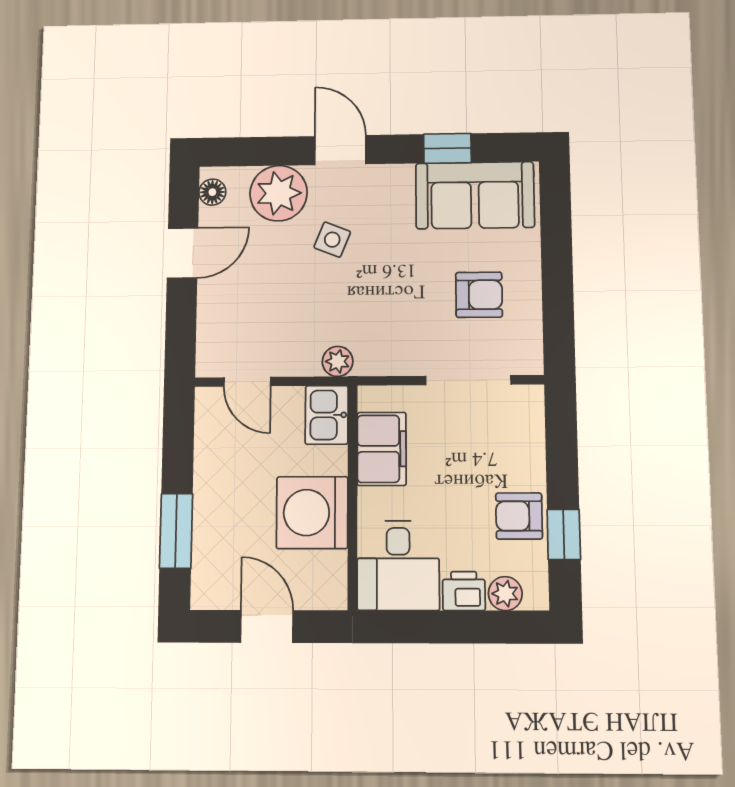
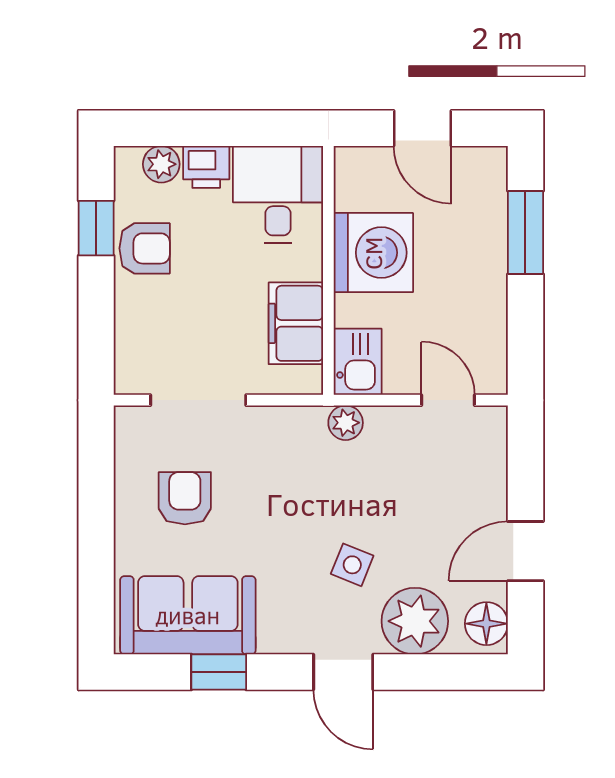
floor lamp: (212, 192) -> (486, 624), width x1.37, depth x1.37
armchair: (479, 295) -> (185, 498), turned 90

